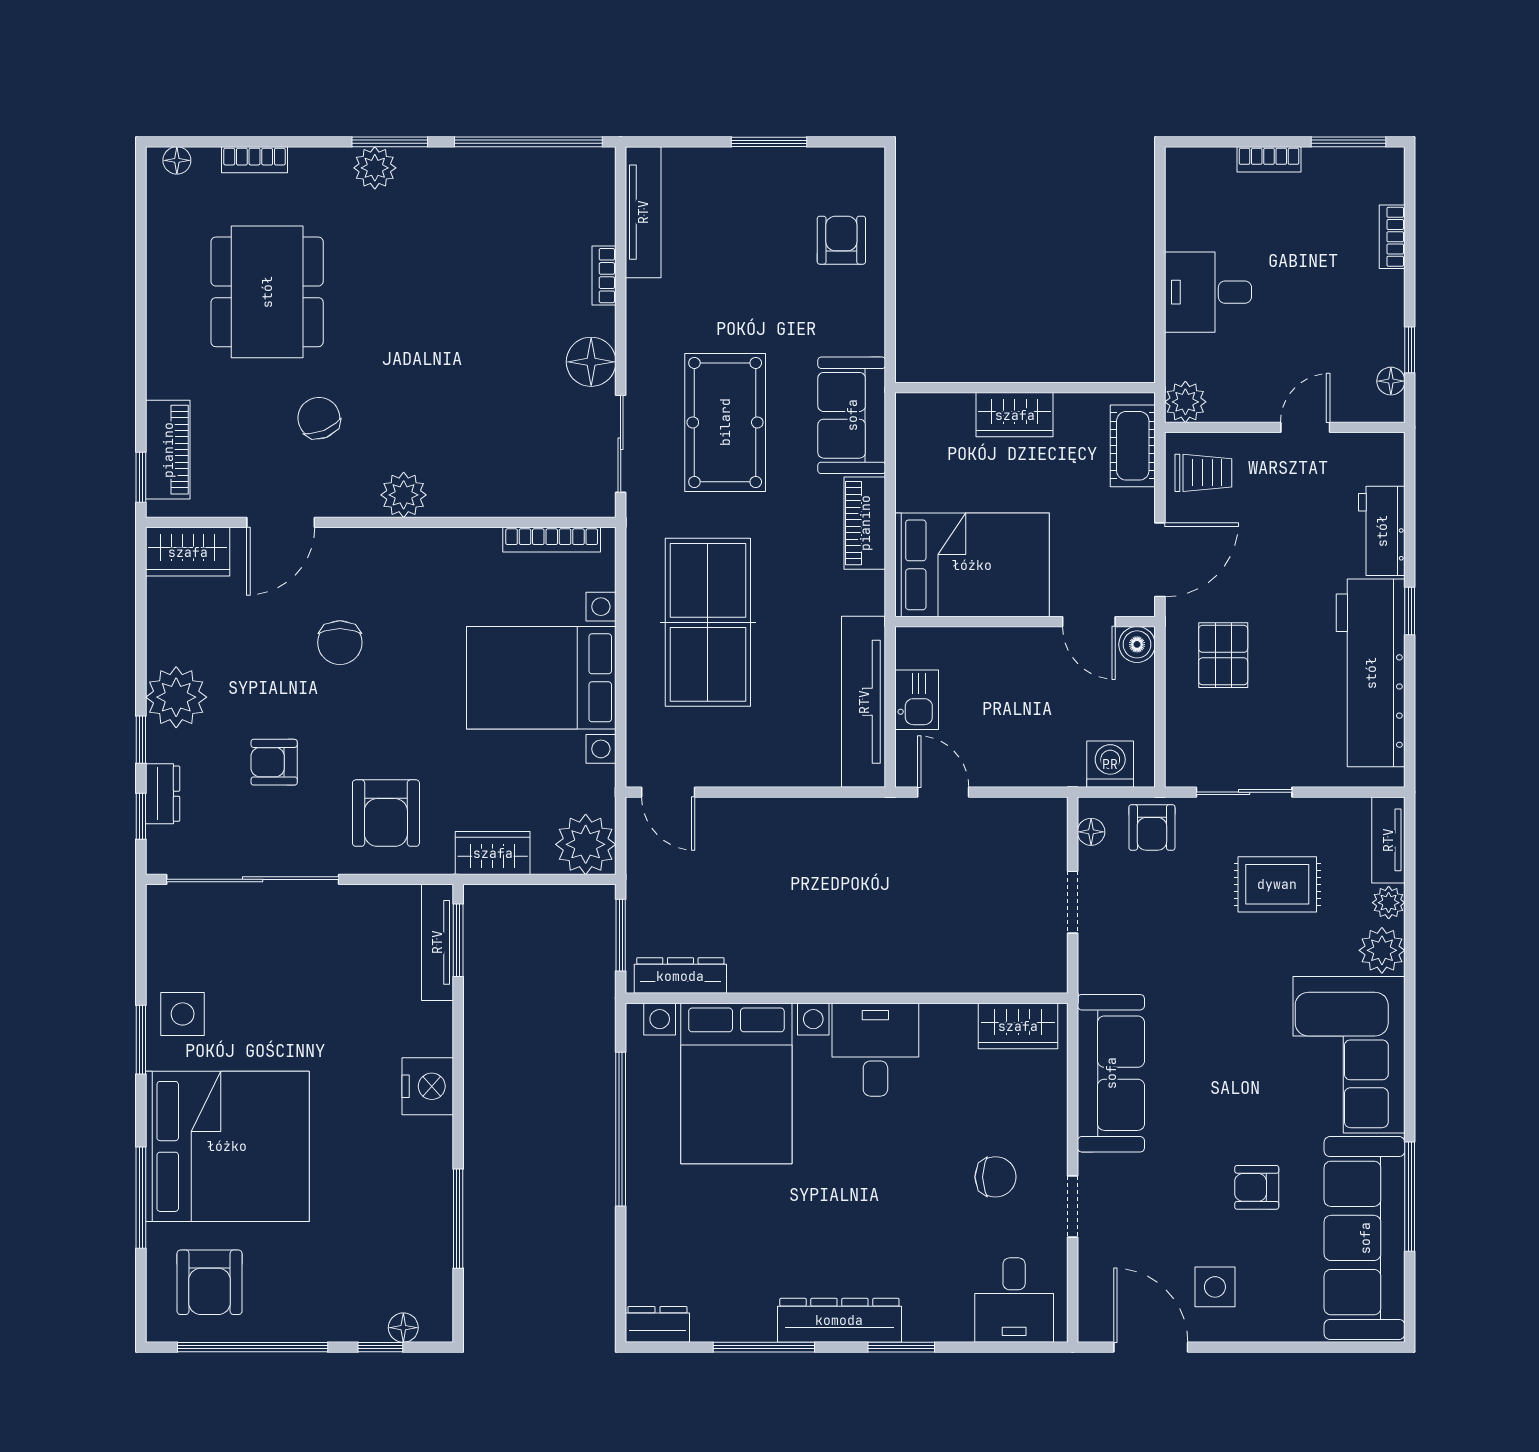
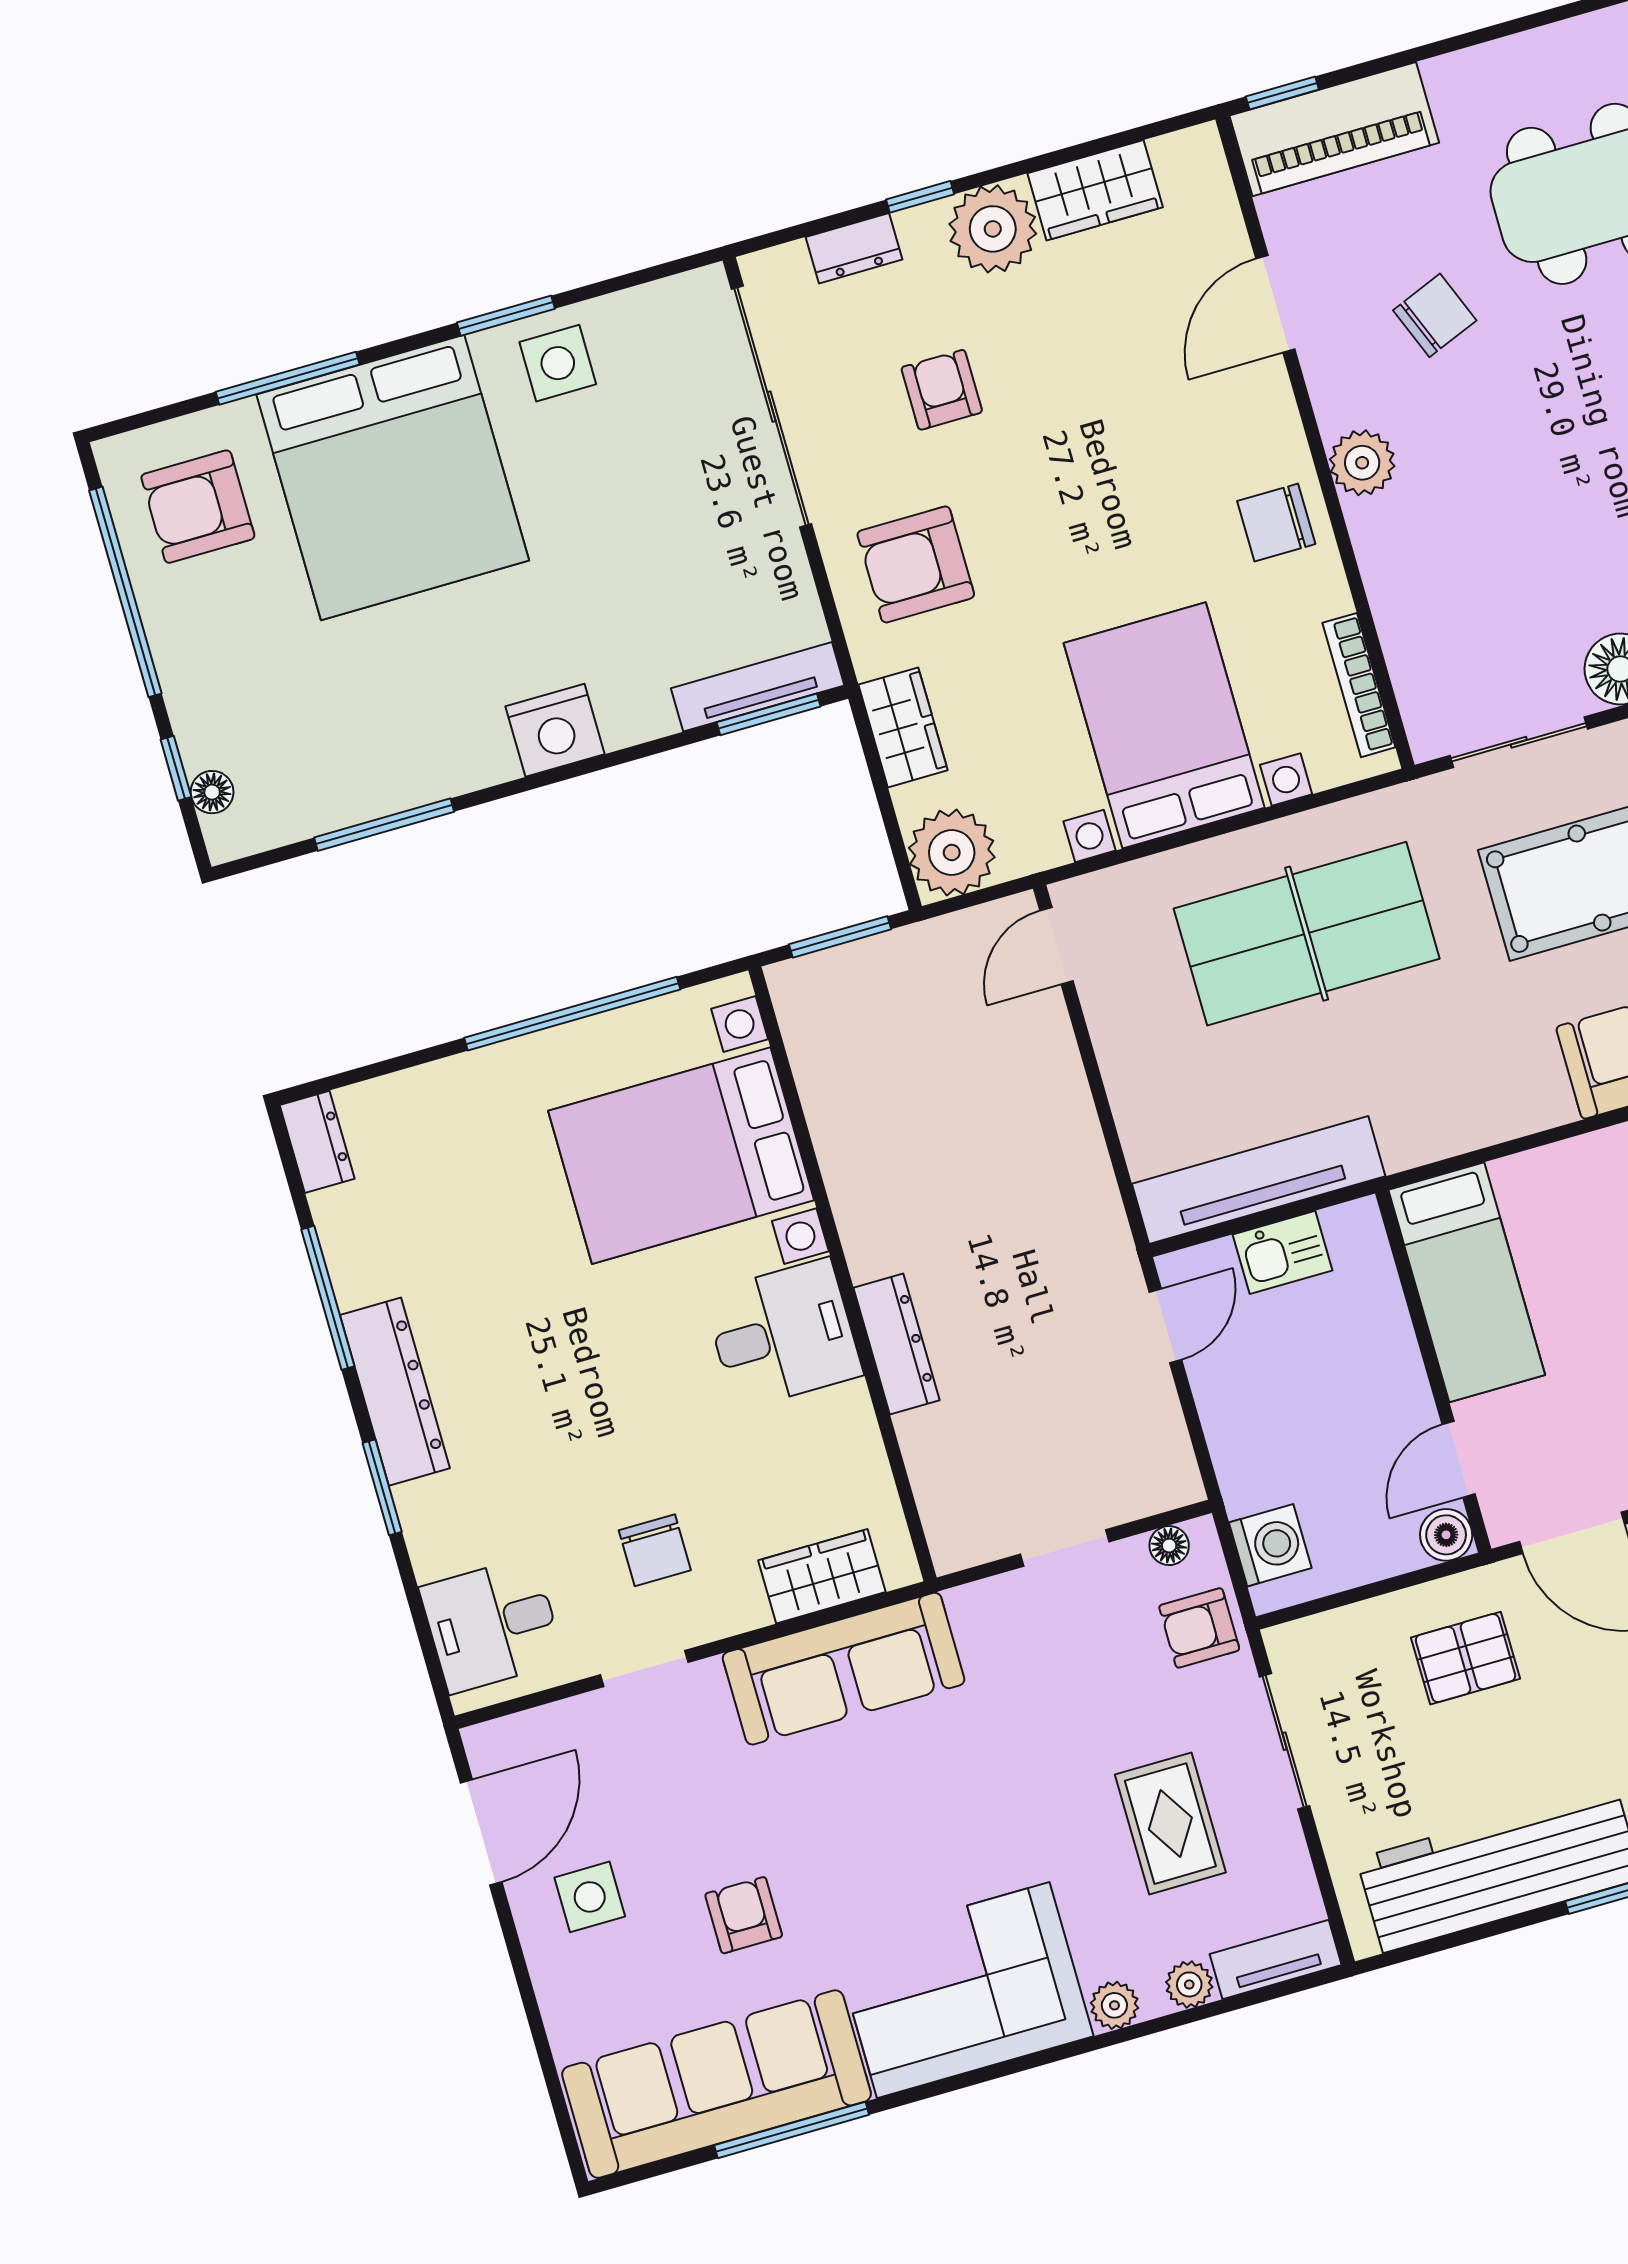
piano: (168, 450) -> (1334, 129), width x1.37, depth x1.33
door: (281, 522) -> (1275, 304), hinge flipped
piano: (865, 523) -> (1506, 1111), removed
wardrobe: (188, 552) -> (1095, 190), moved, turned -90
bed: (972, 565) -> (1467, 1282), width x0.67
chair: (340, 643) -> (1276, 523), moved
window: (141, 816) -> (814, 227), removed
plant: (1382, 950) -> (1114, 2005), width x0.73, depth x0.73
dresser: (680, 976) -> (897, 1344), moved
wardrobe: (1018, 1026) -> (822, 1576), moved, turned 90

